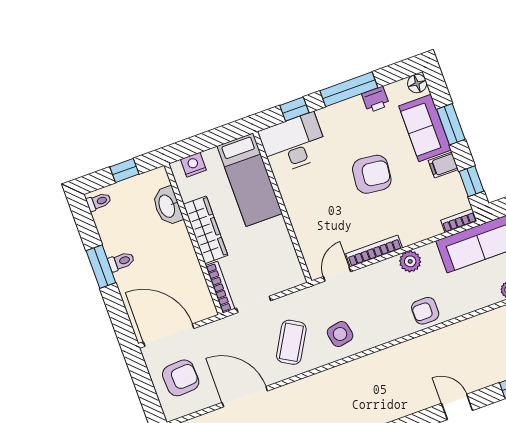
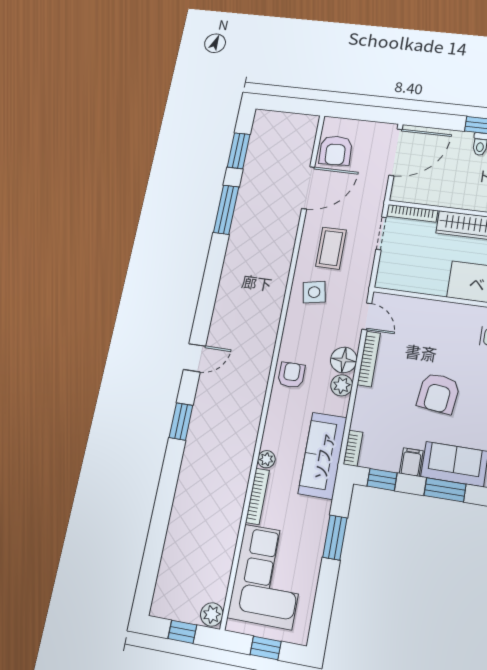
floor lamp: (387, 272) -> (344, 360), added
coffee table: (291, 342) -> (331, 248), turned 60
armchair: (181, 378) -> (336, 150), moved

